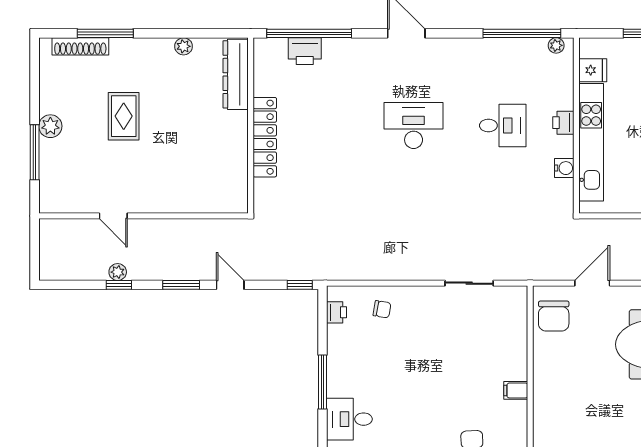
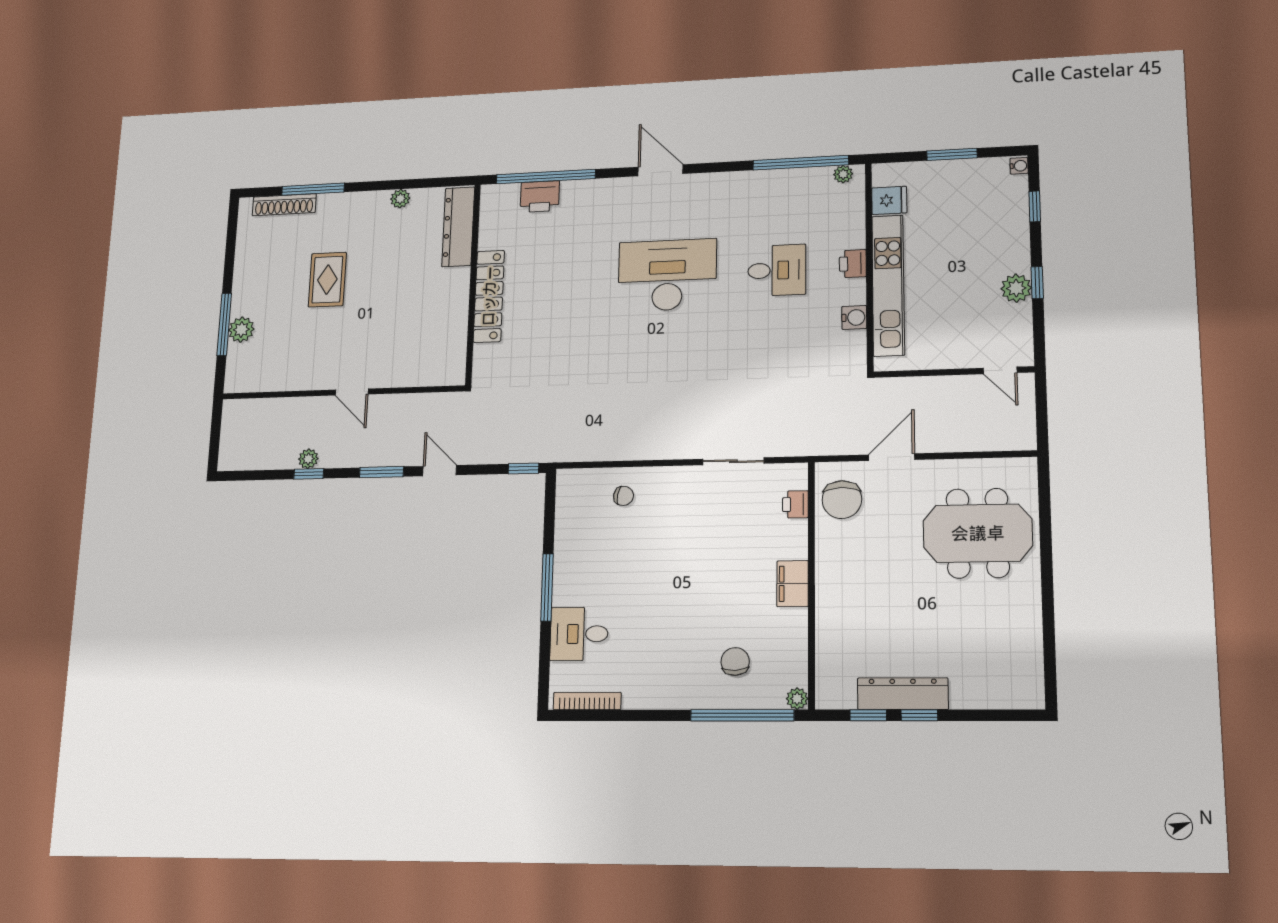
desk: (414, 125) -> (667, 275), width x1.36, depth x1.30
plant: (50, 126) -> (241, 330), moved
door: (113, 216) -> (352, 392), moved
printer: (337, 312) -> (795, 504), moved, turned 180
filing cabinet: (516, 390) -> (793, 584), width x2.00

